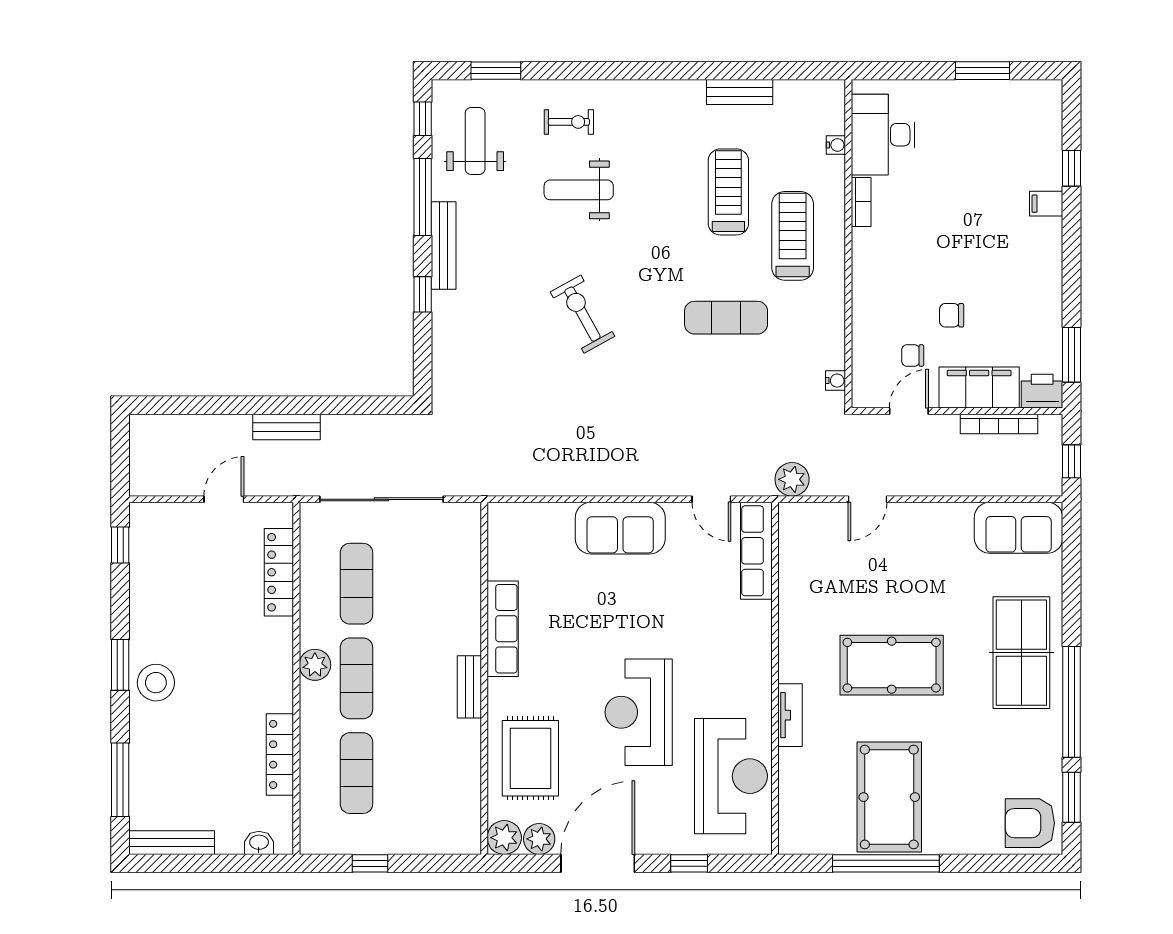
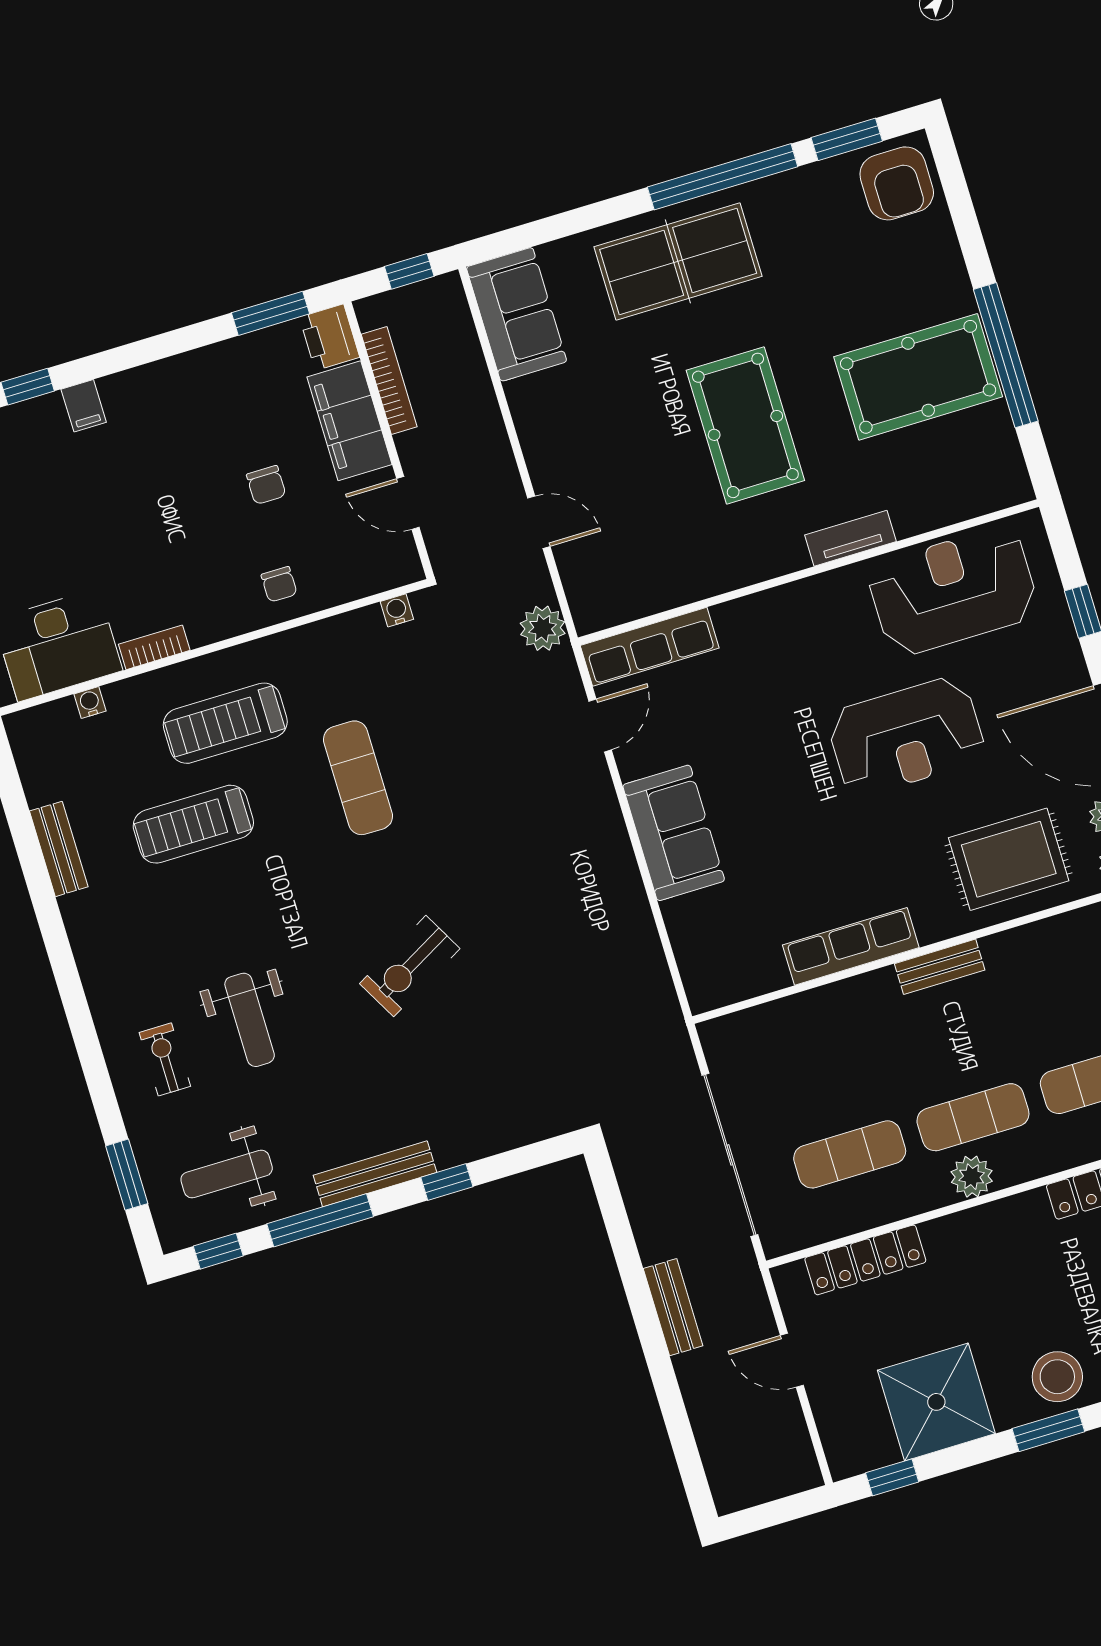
chair: (913, 355) -> (279, 584), moved
shower: (164, 592) -> (936, 1402), added

